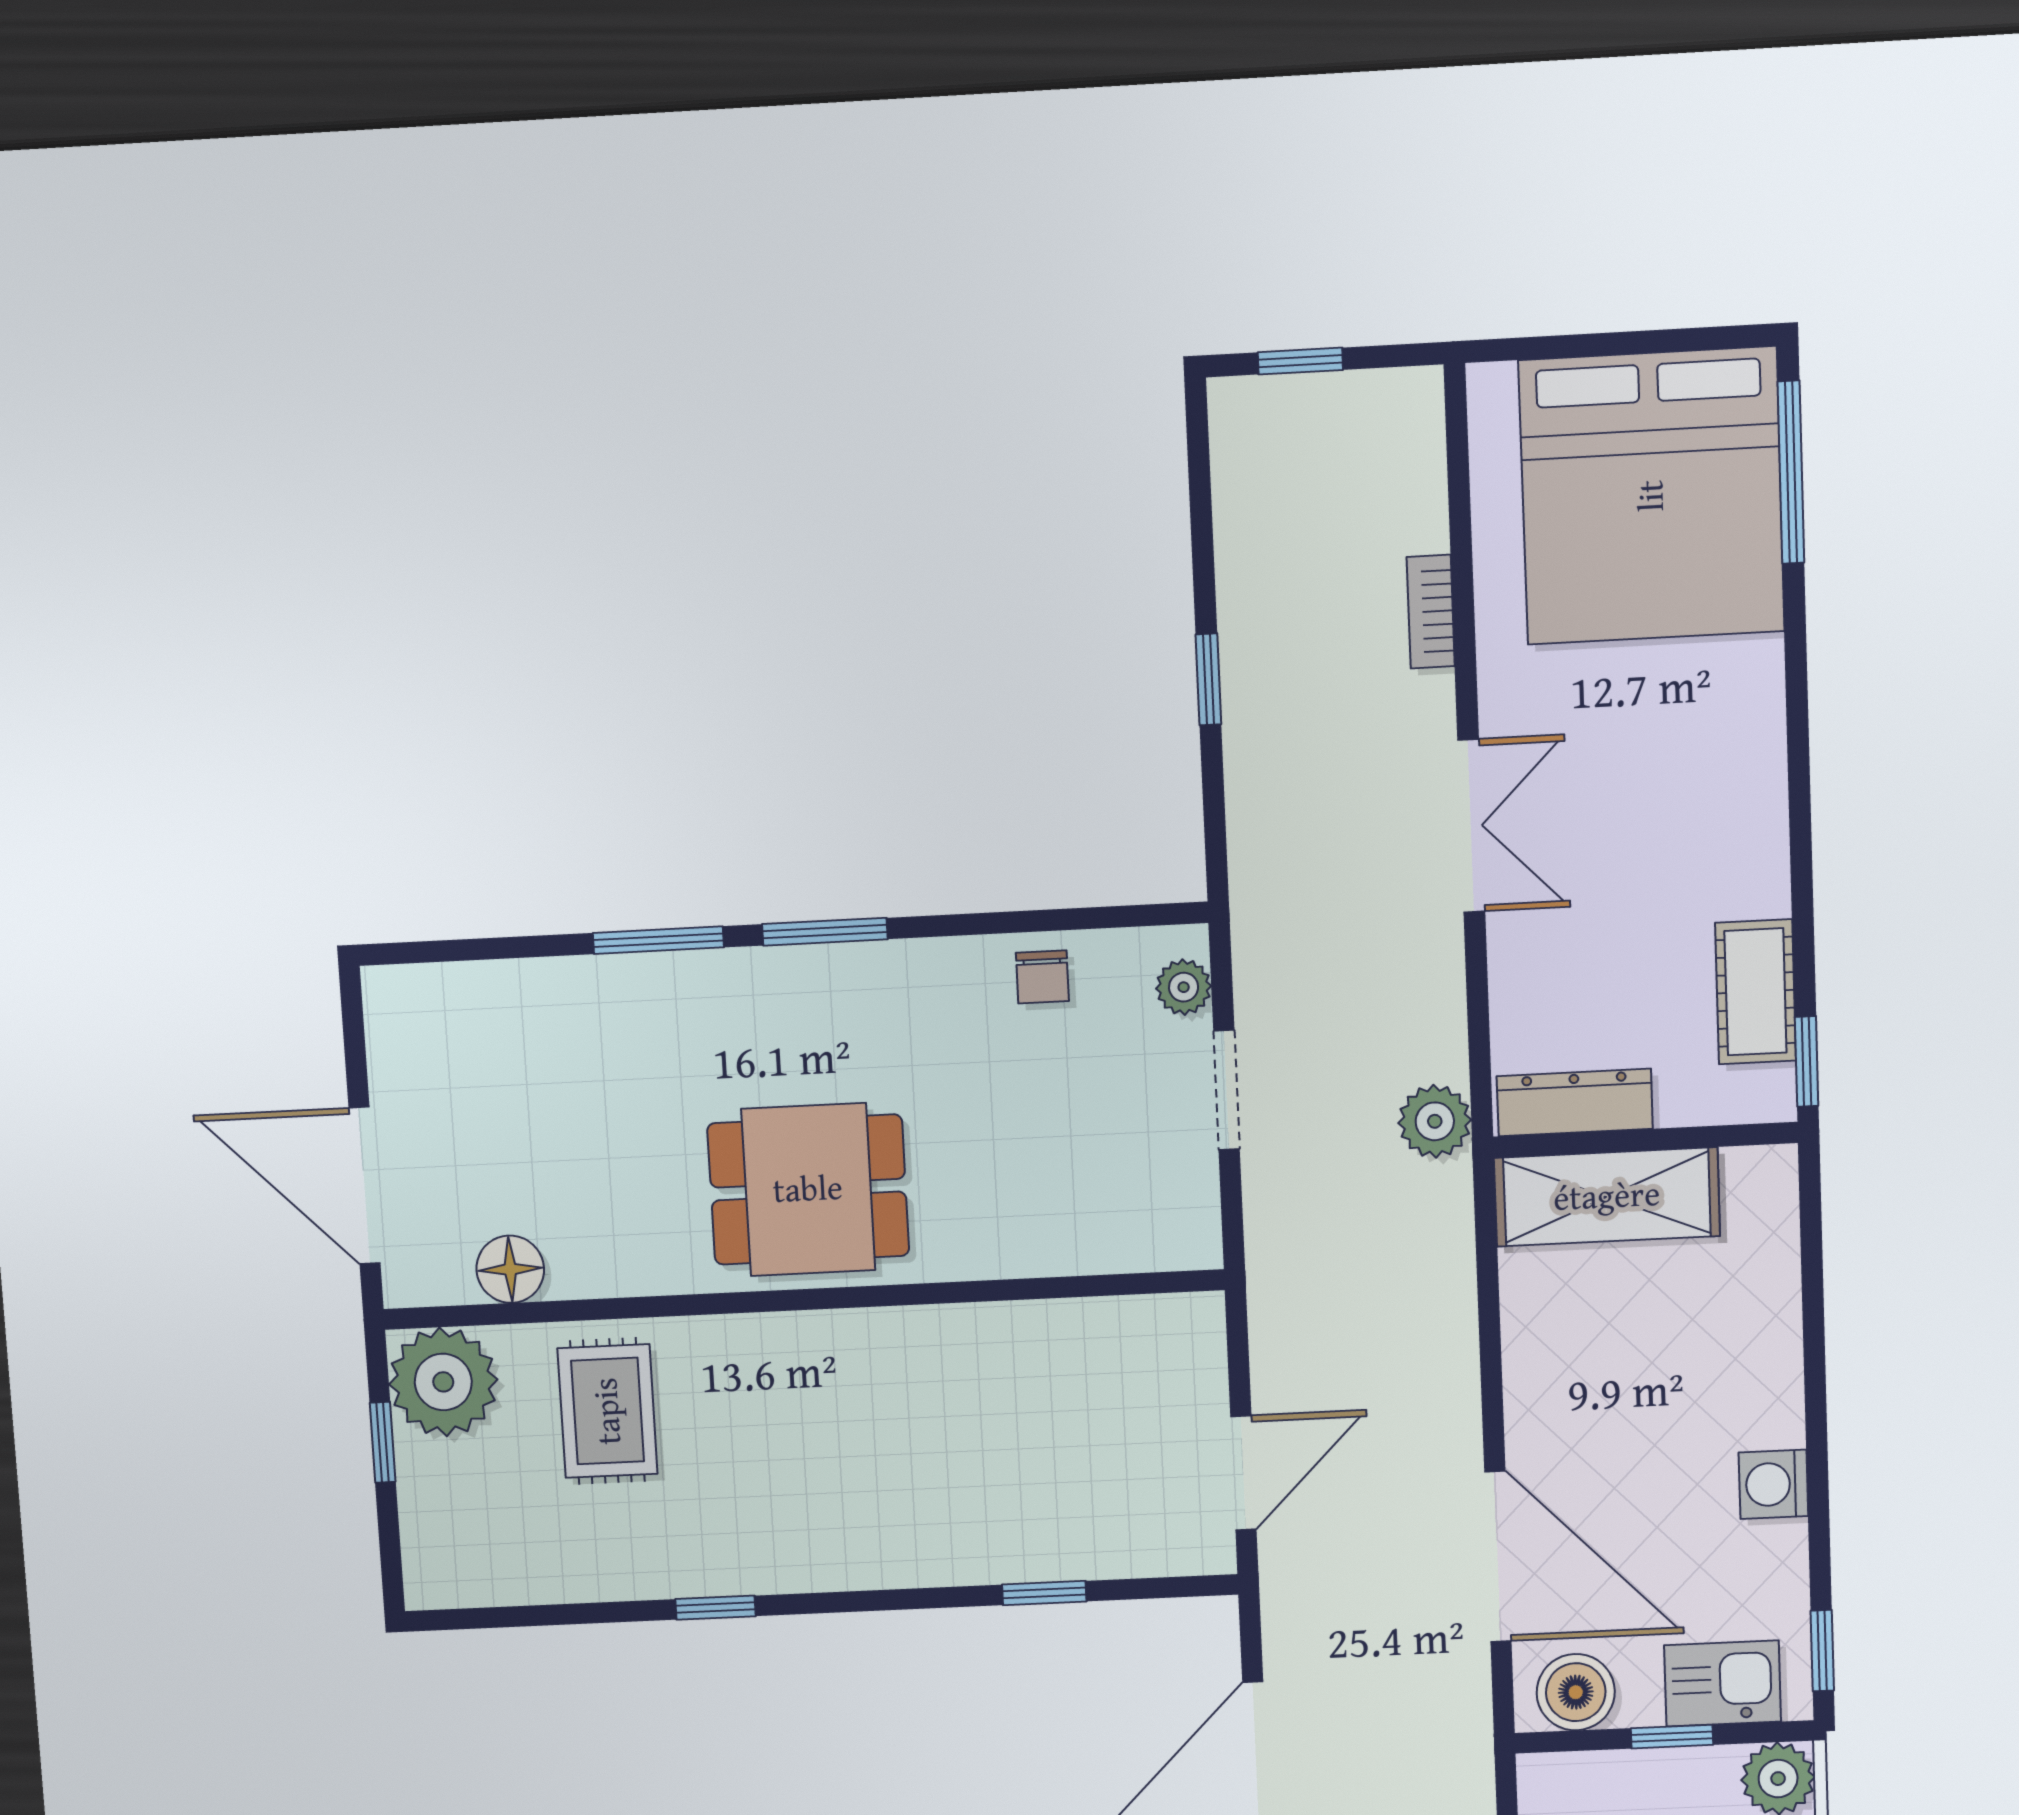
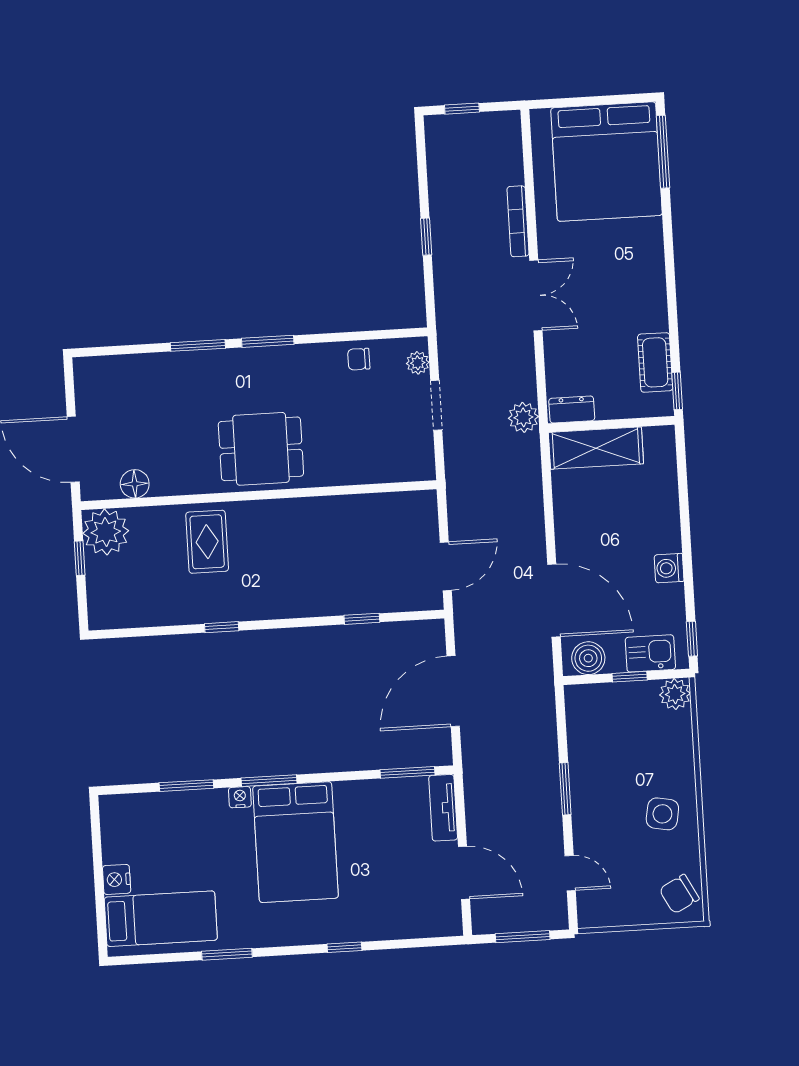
bookcase: (1431, 612) -> (518, 221), width x1.56
chair: (1042, 977) -> (359, 359), turned 90
dresser: (1575, 1102) -> (572, 410), width x0.70
rug: (608, 1411) -> (207, 542), moved

